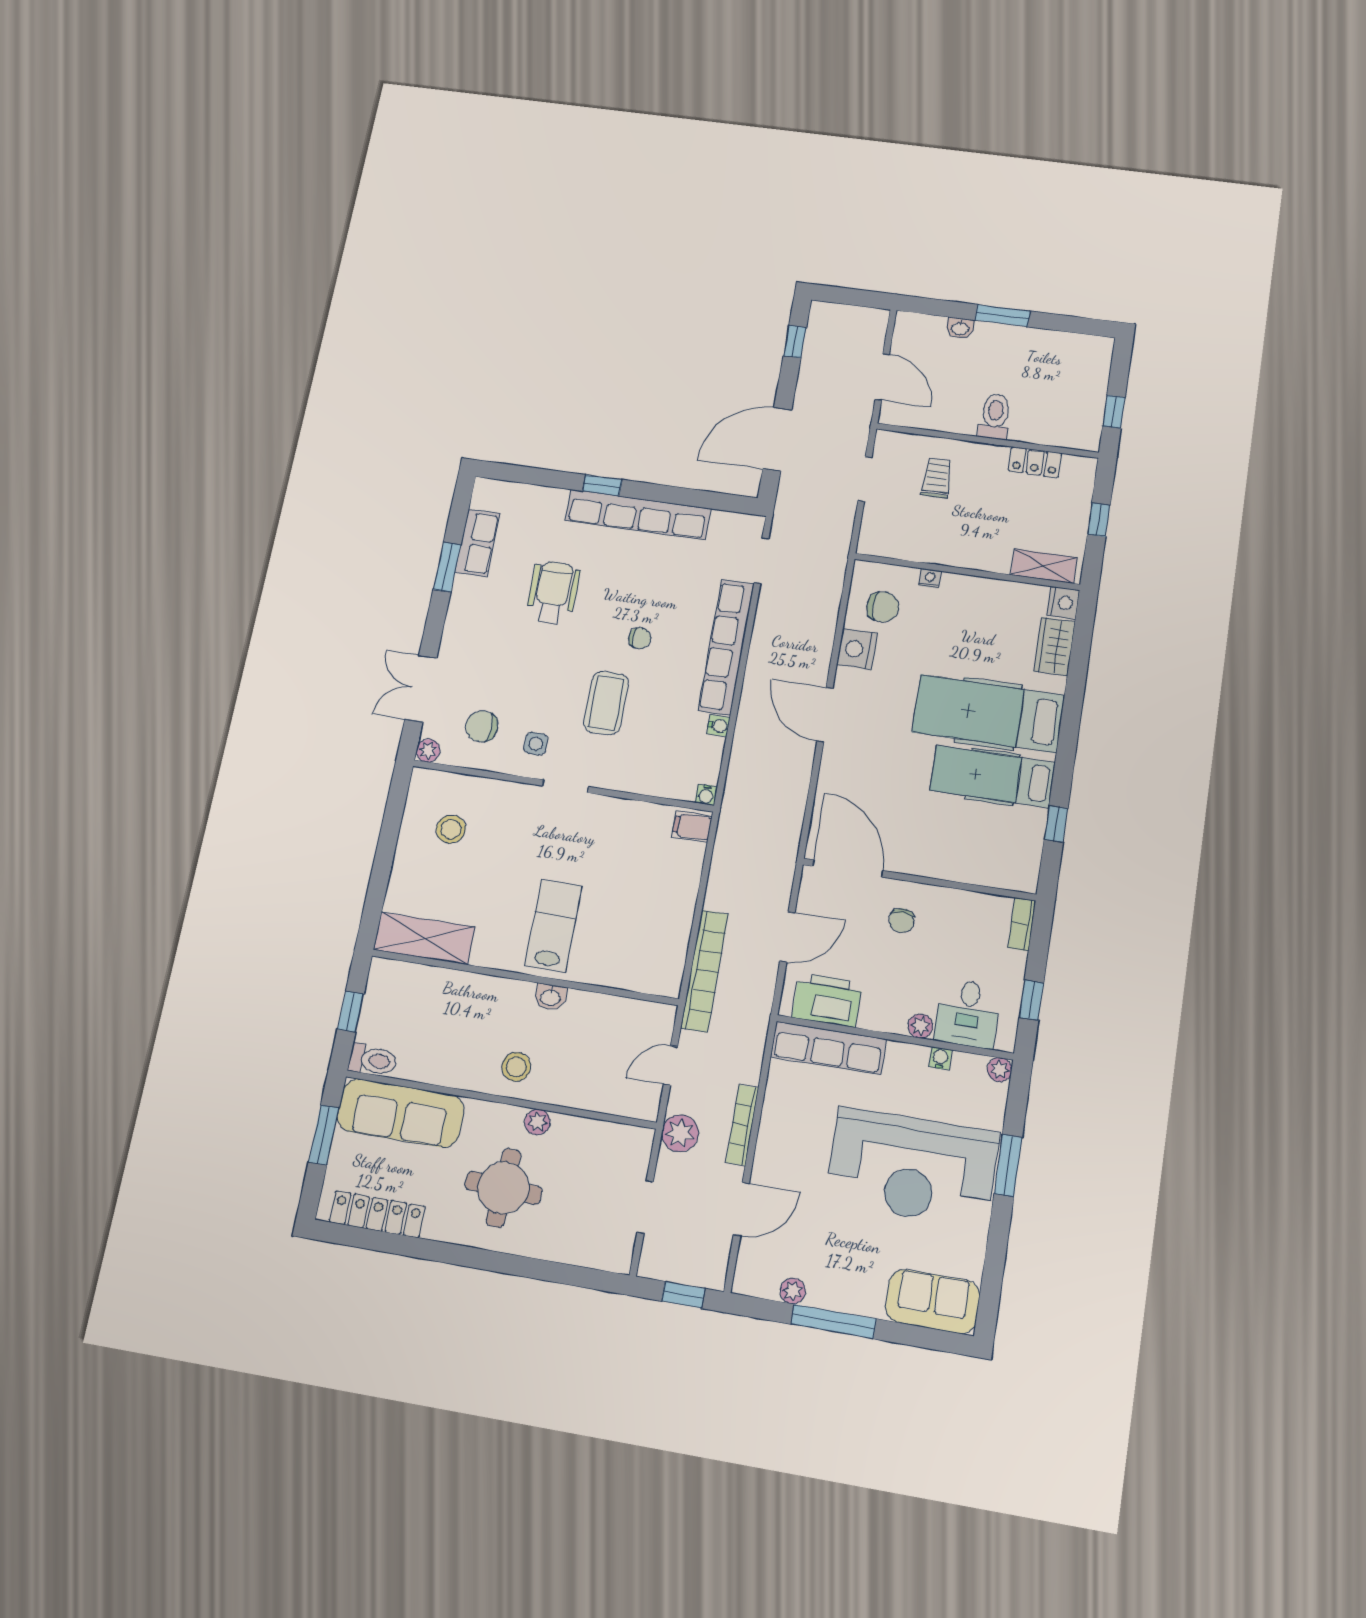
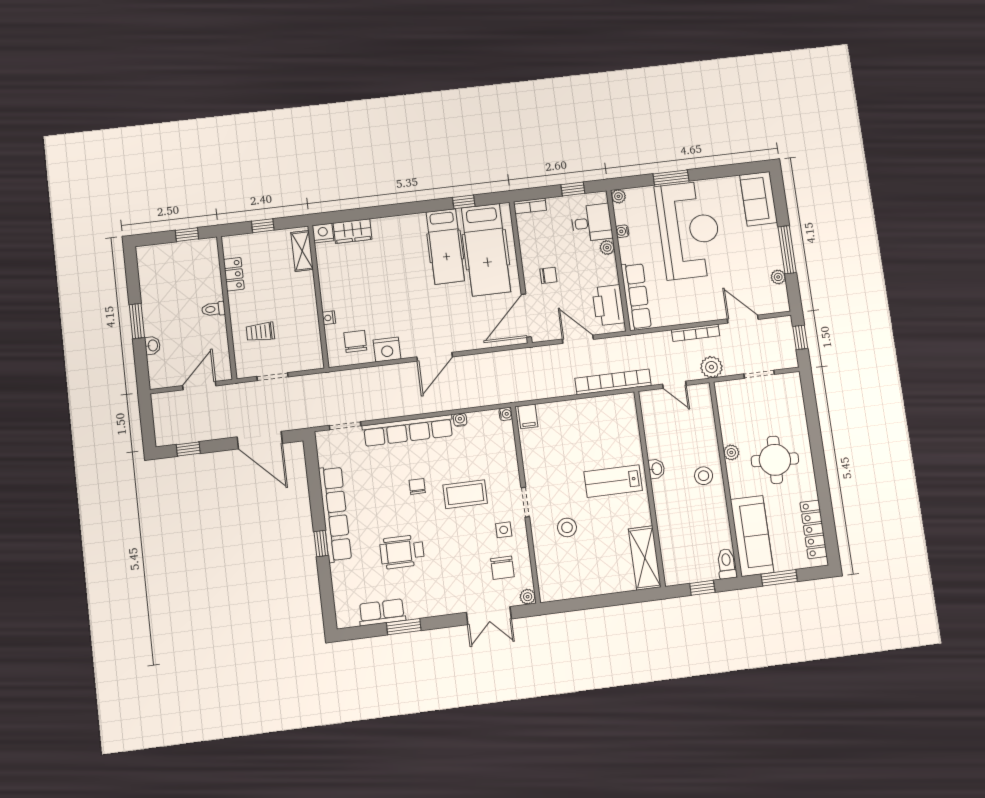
toilet: (995, 416) -> (213, 309), width x0.73, depth x0.72
hospital bed: (988, 714) -> (486, 250), moved
stool: (451, 829) -> (567, 527), moved

